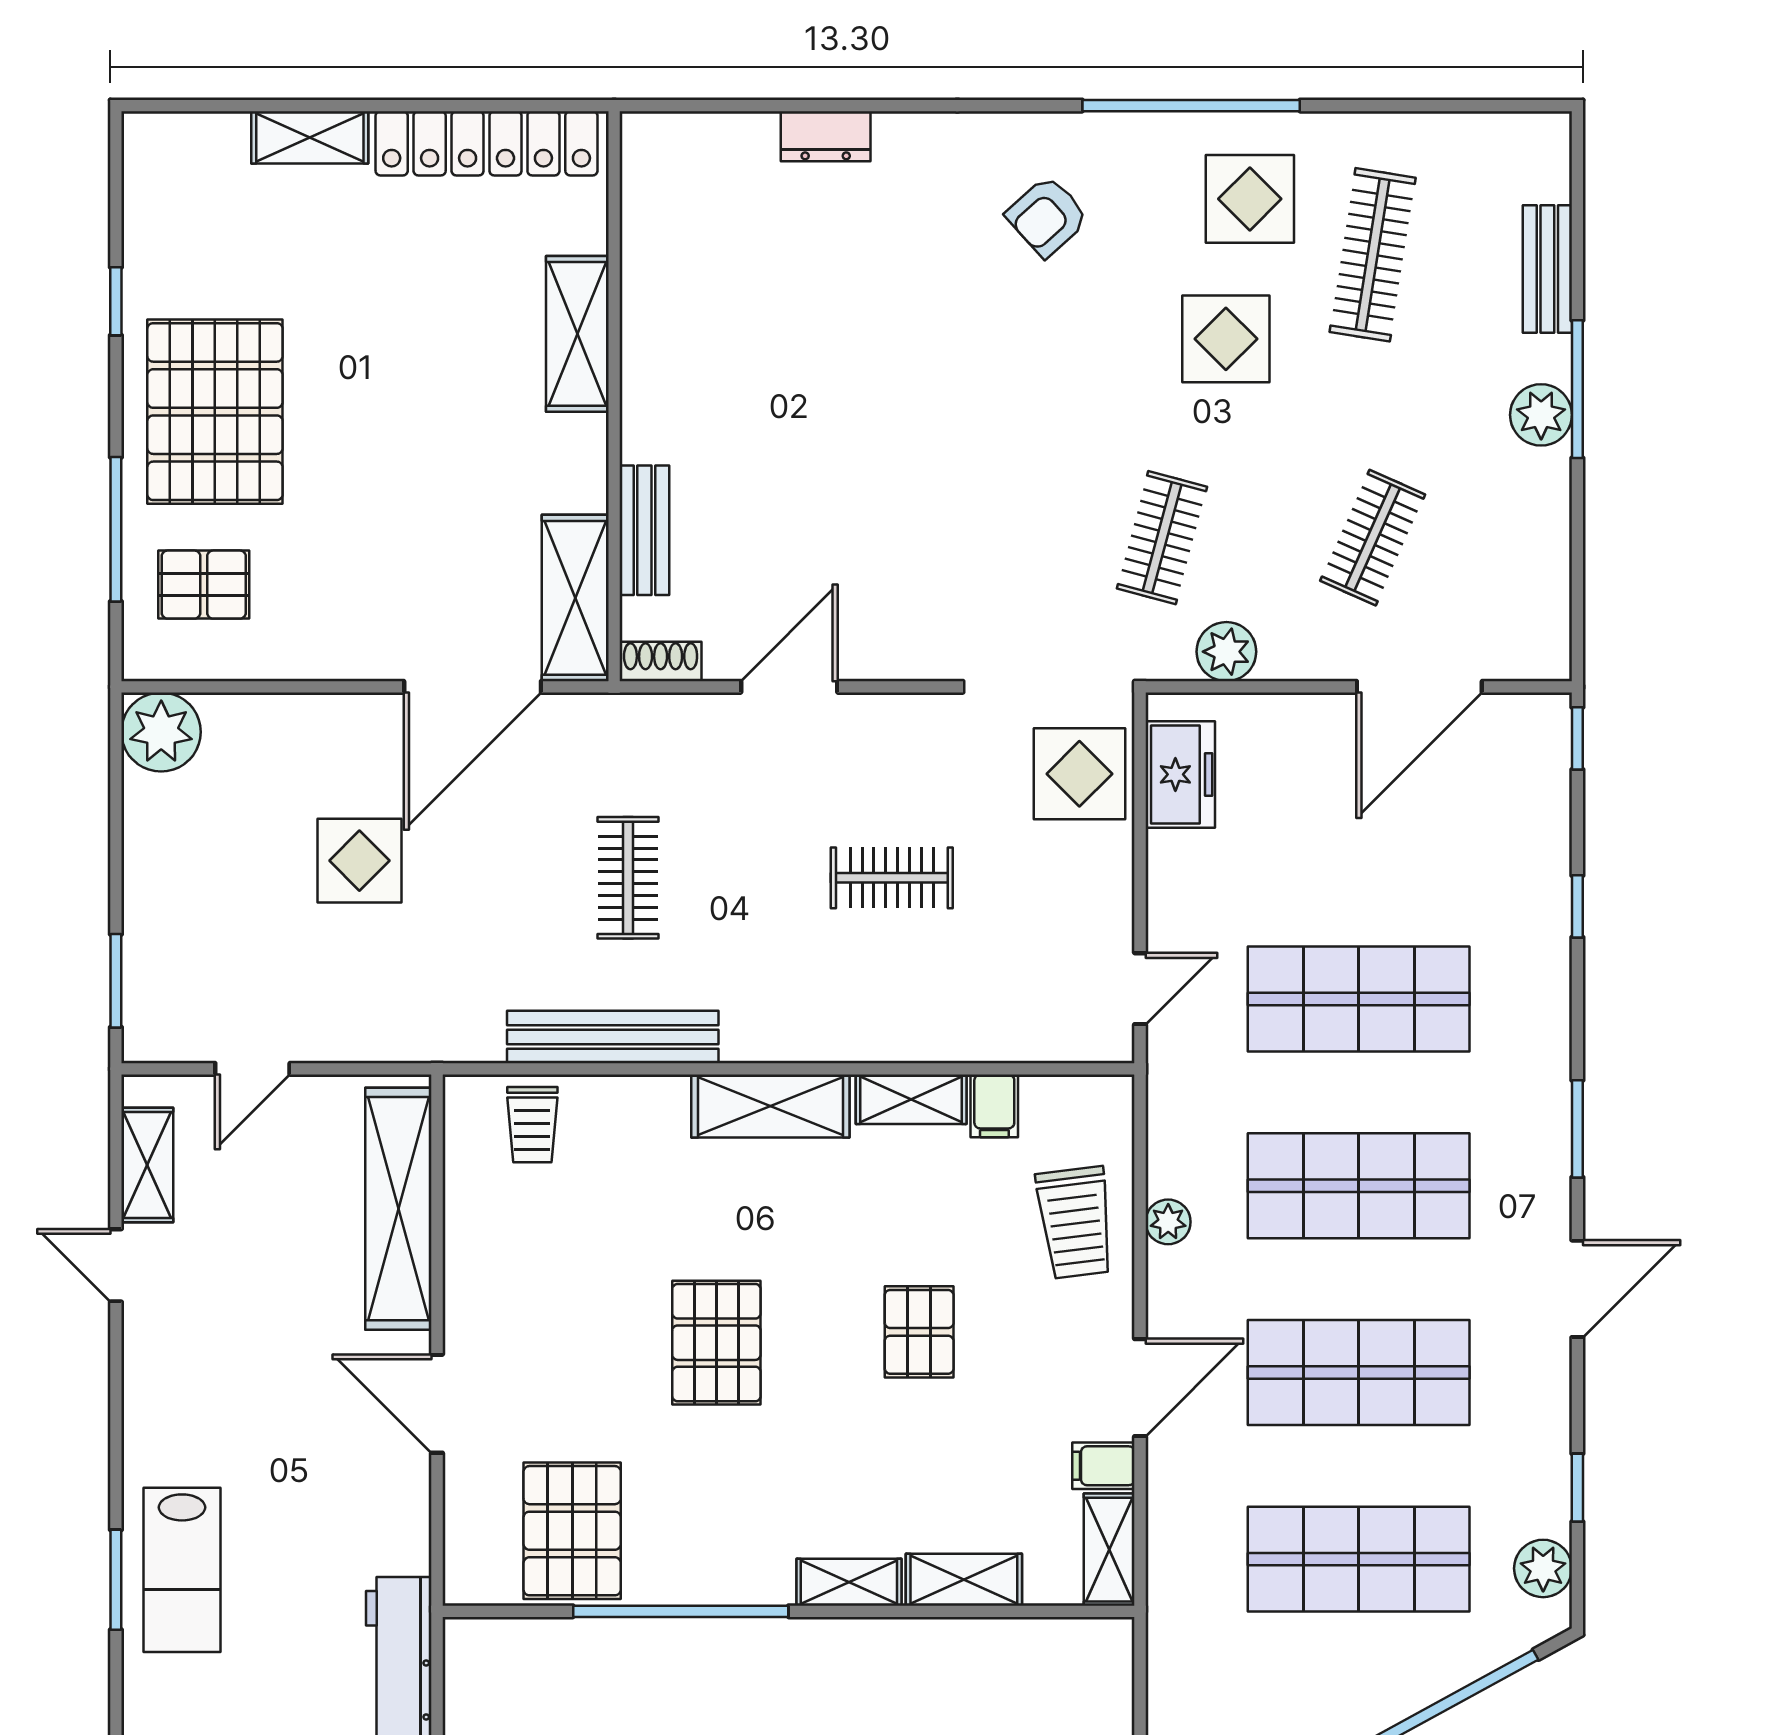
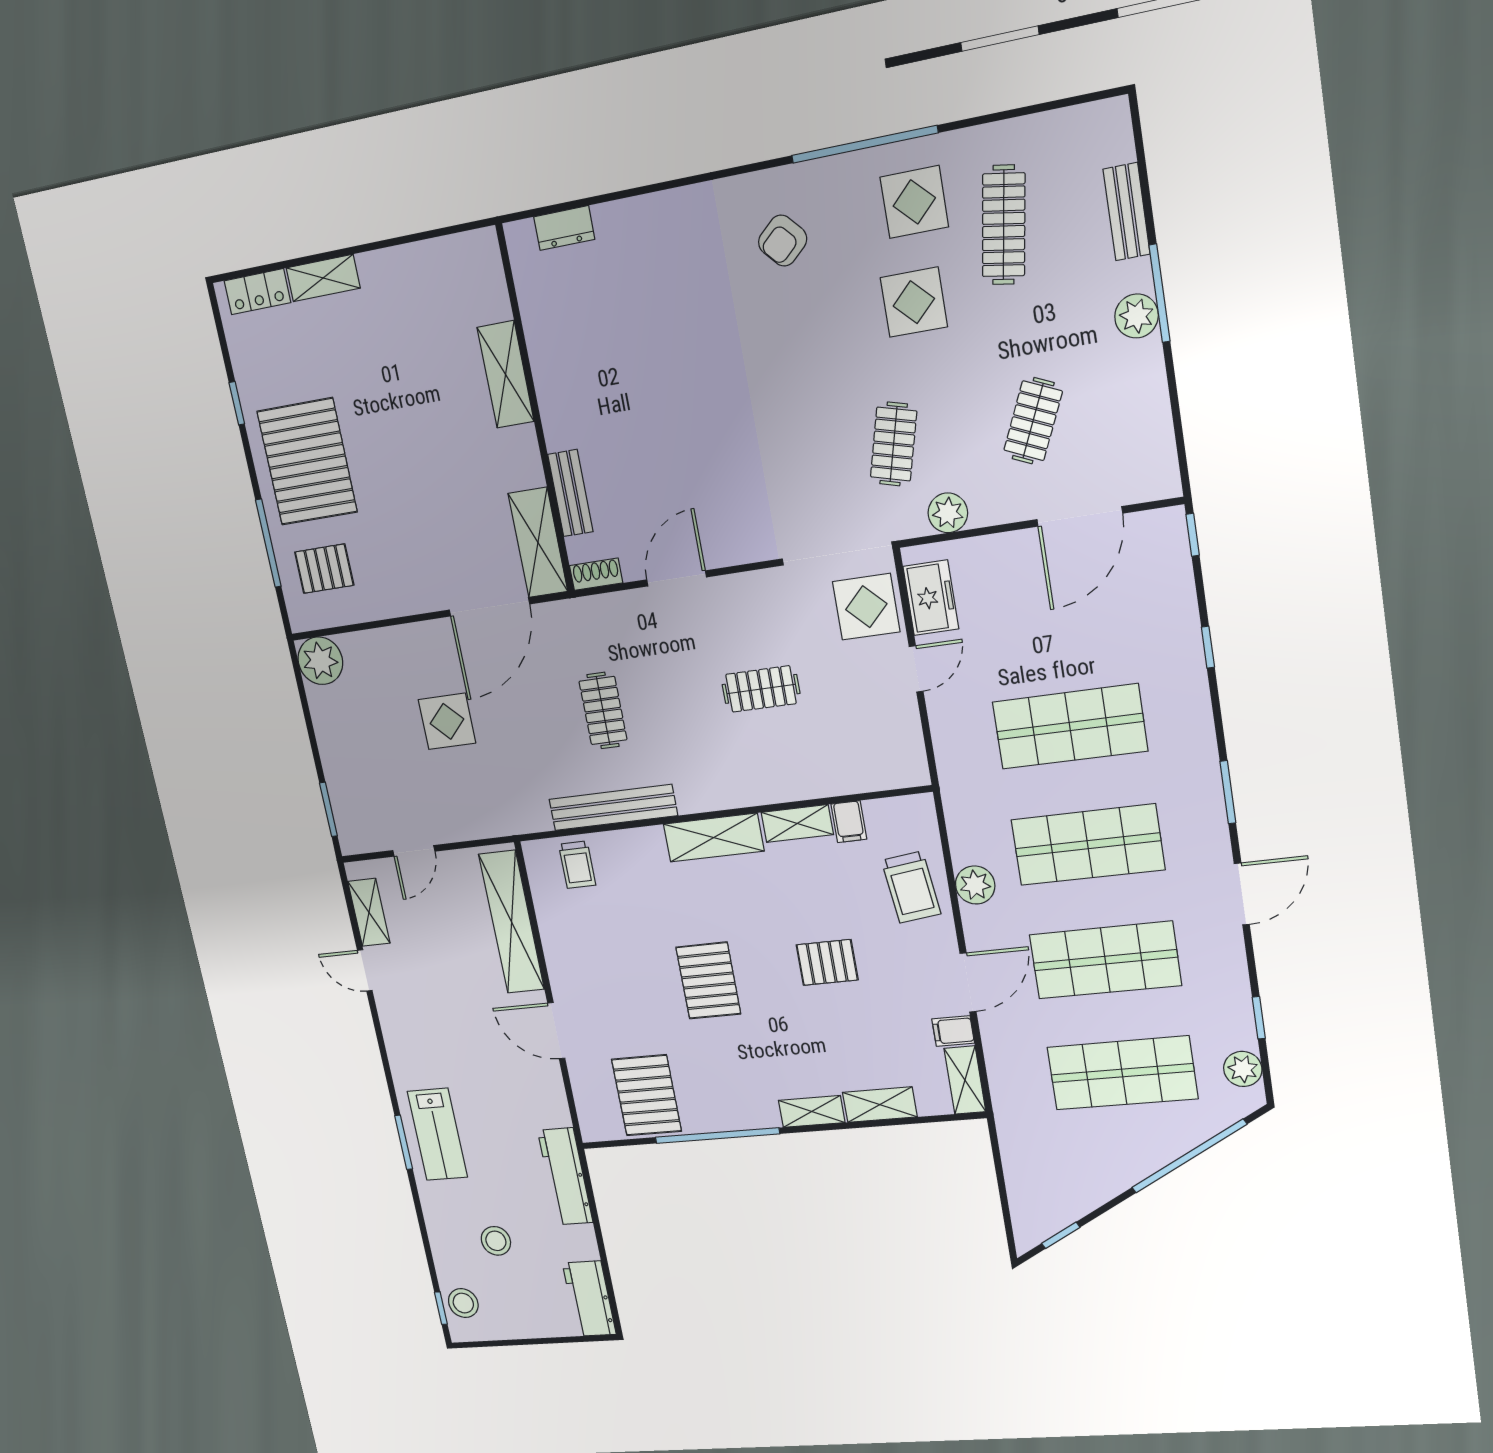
dresser: (826, 136) -> (564, 228), moved
locker: (487, 143) -> (257, 292), moved, width x0.46, depth x0.83
door: (1140, 989) -> (916, 669), moved
plant: (1168, 1222) -> (975, 885), width x1.38, depth x1.38
pallet: (919, 1332) -> (827, 962), turned 90

